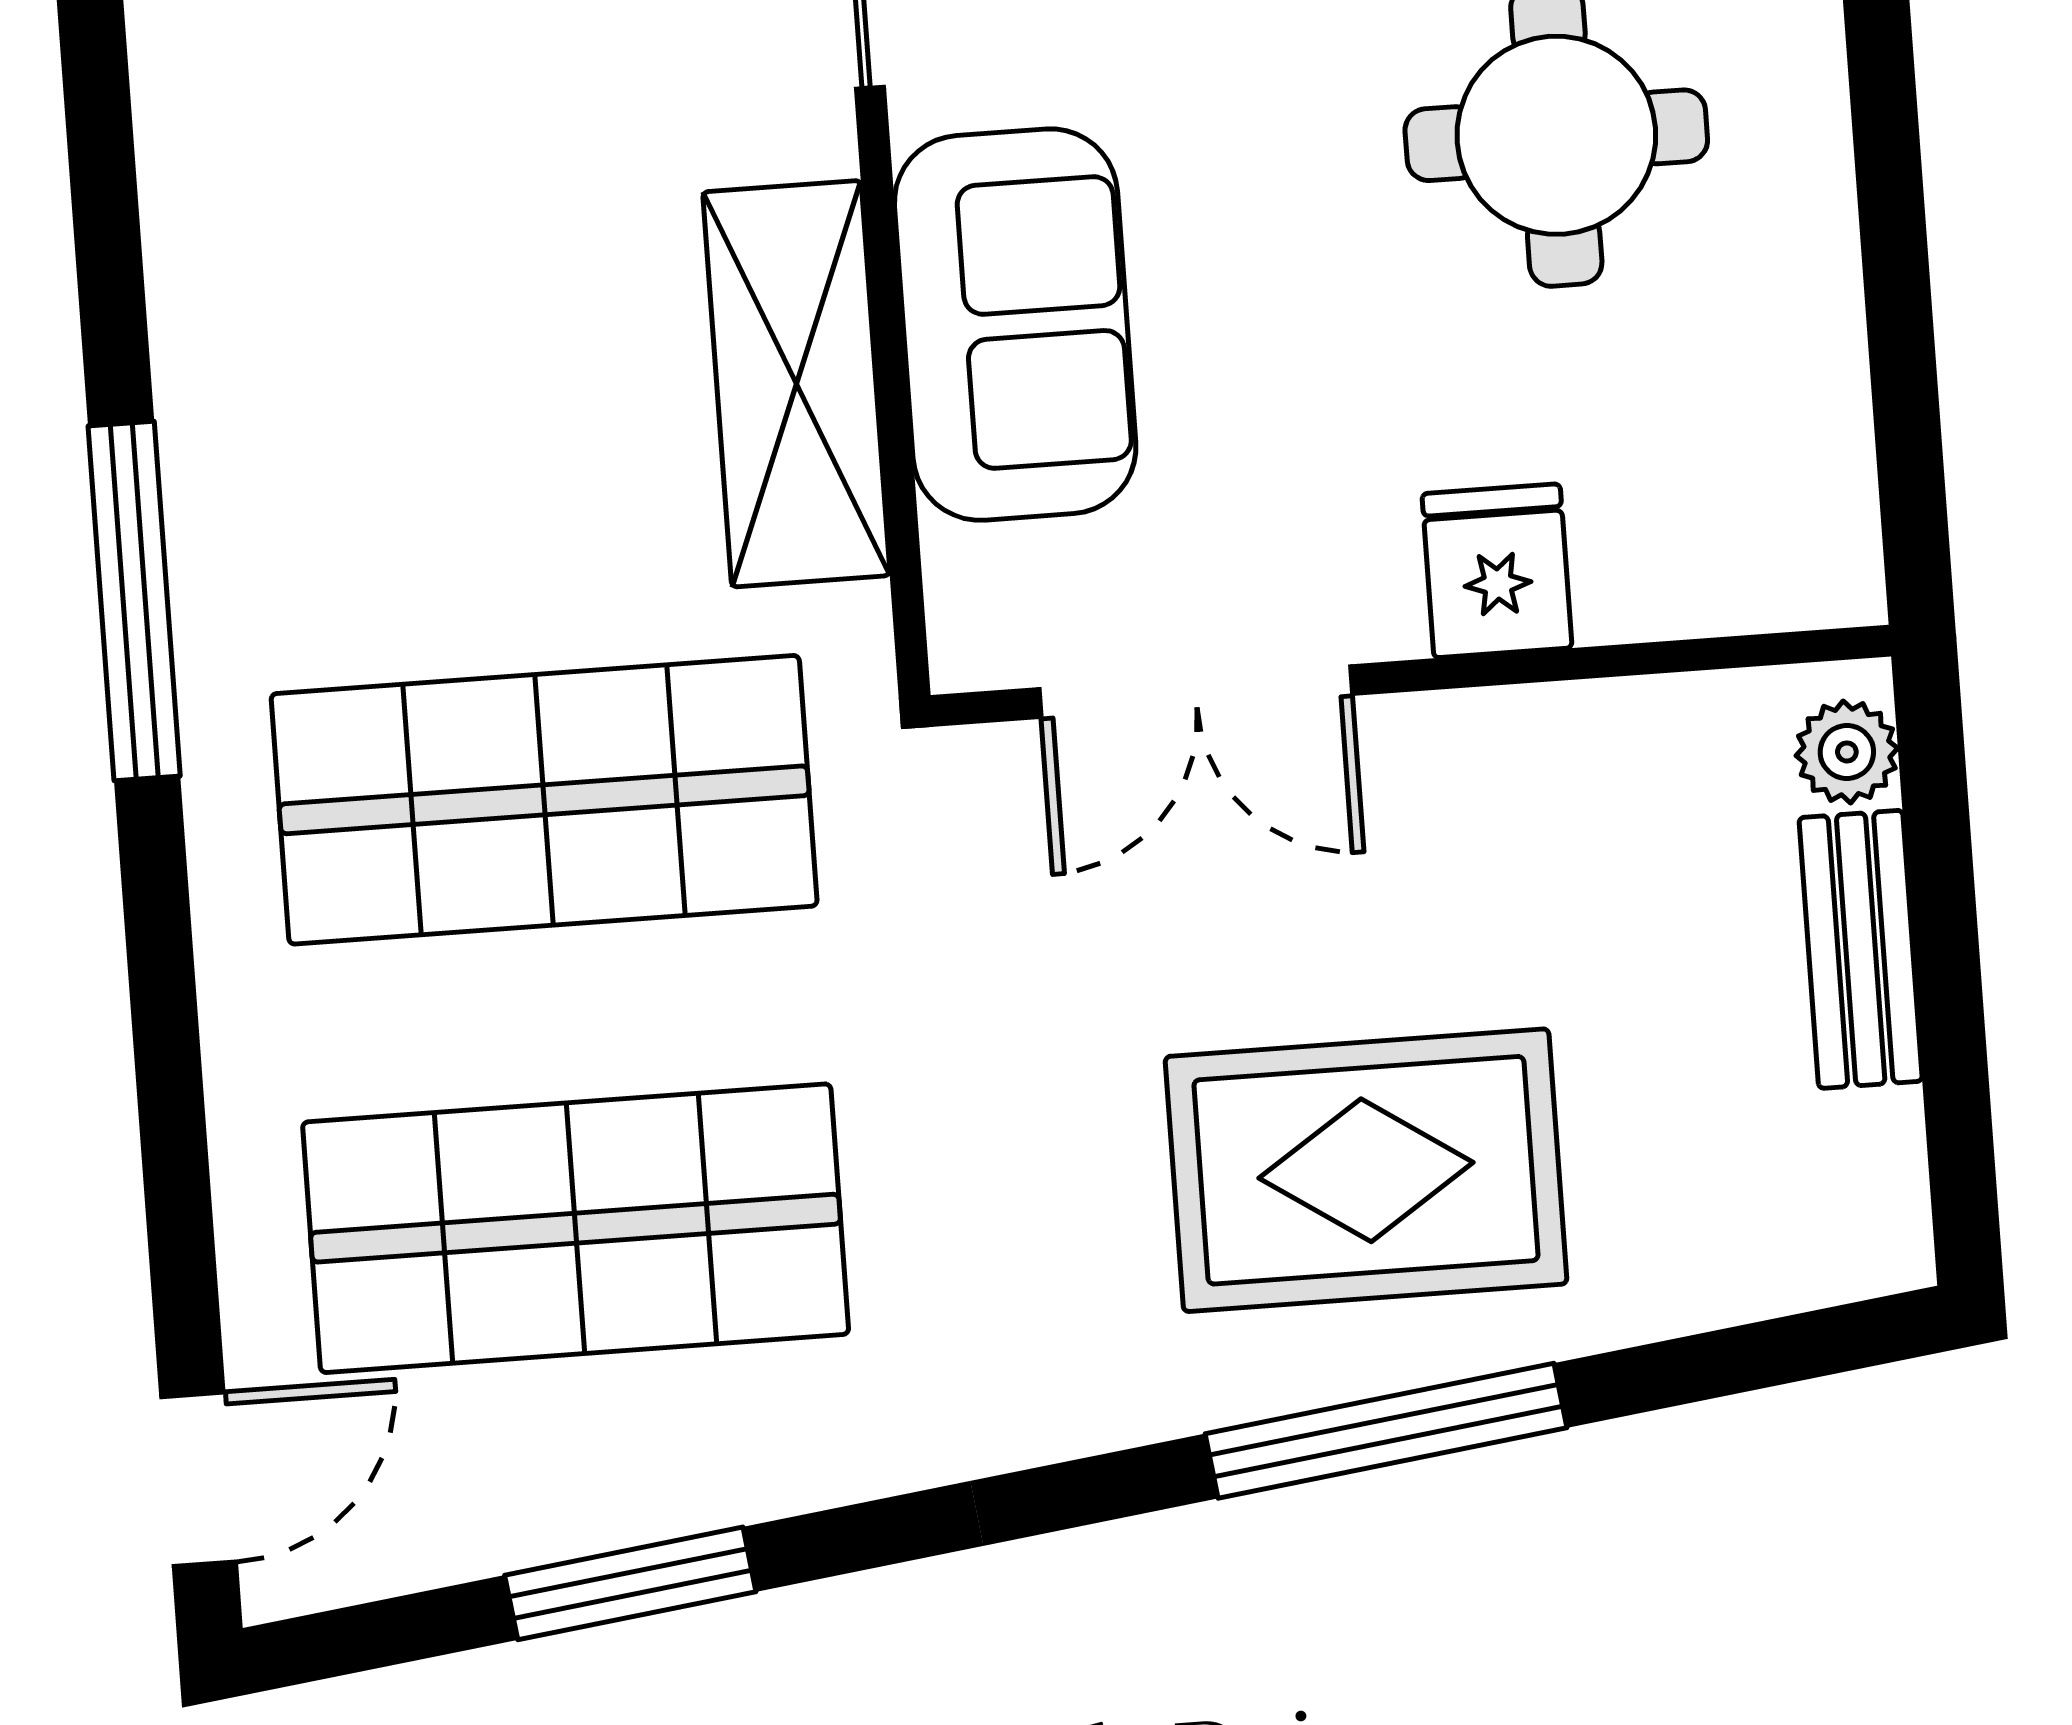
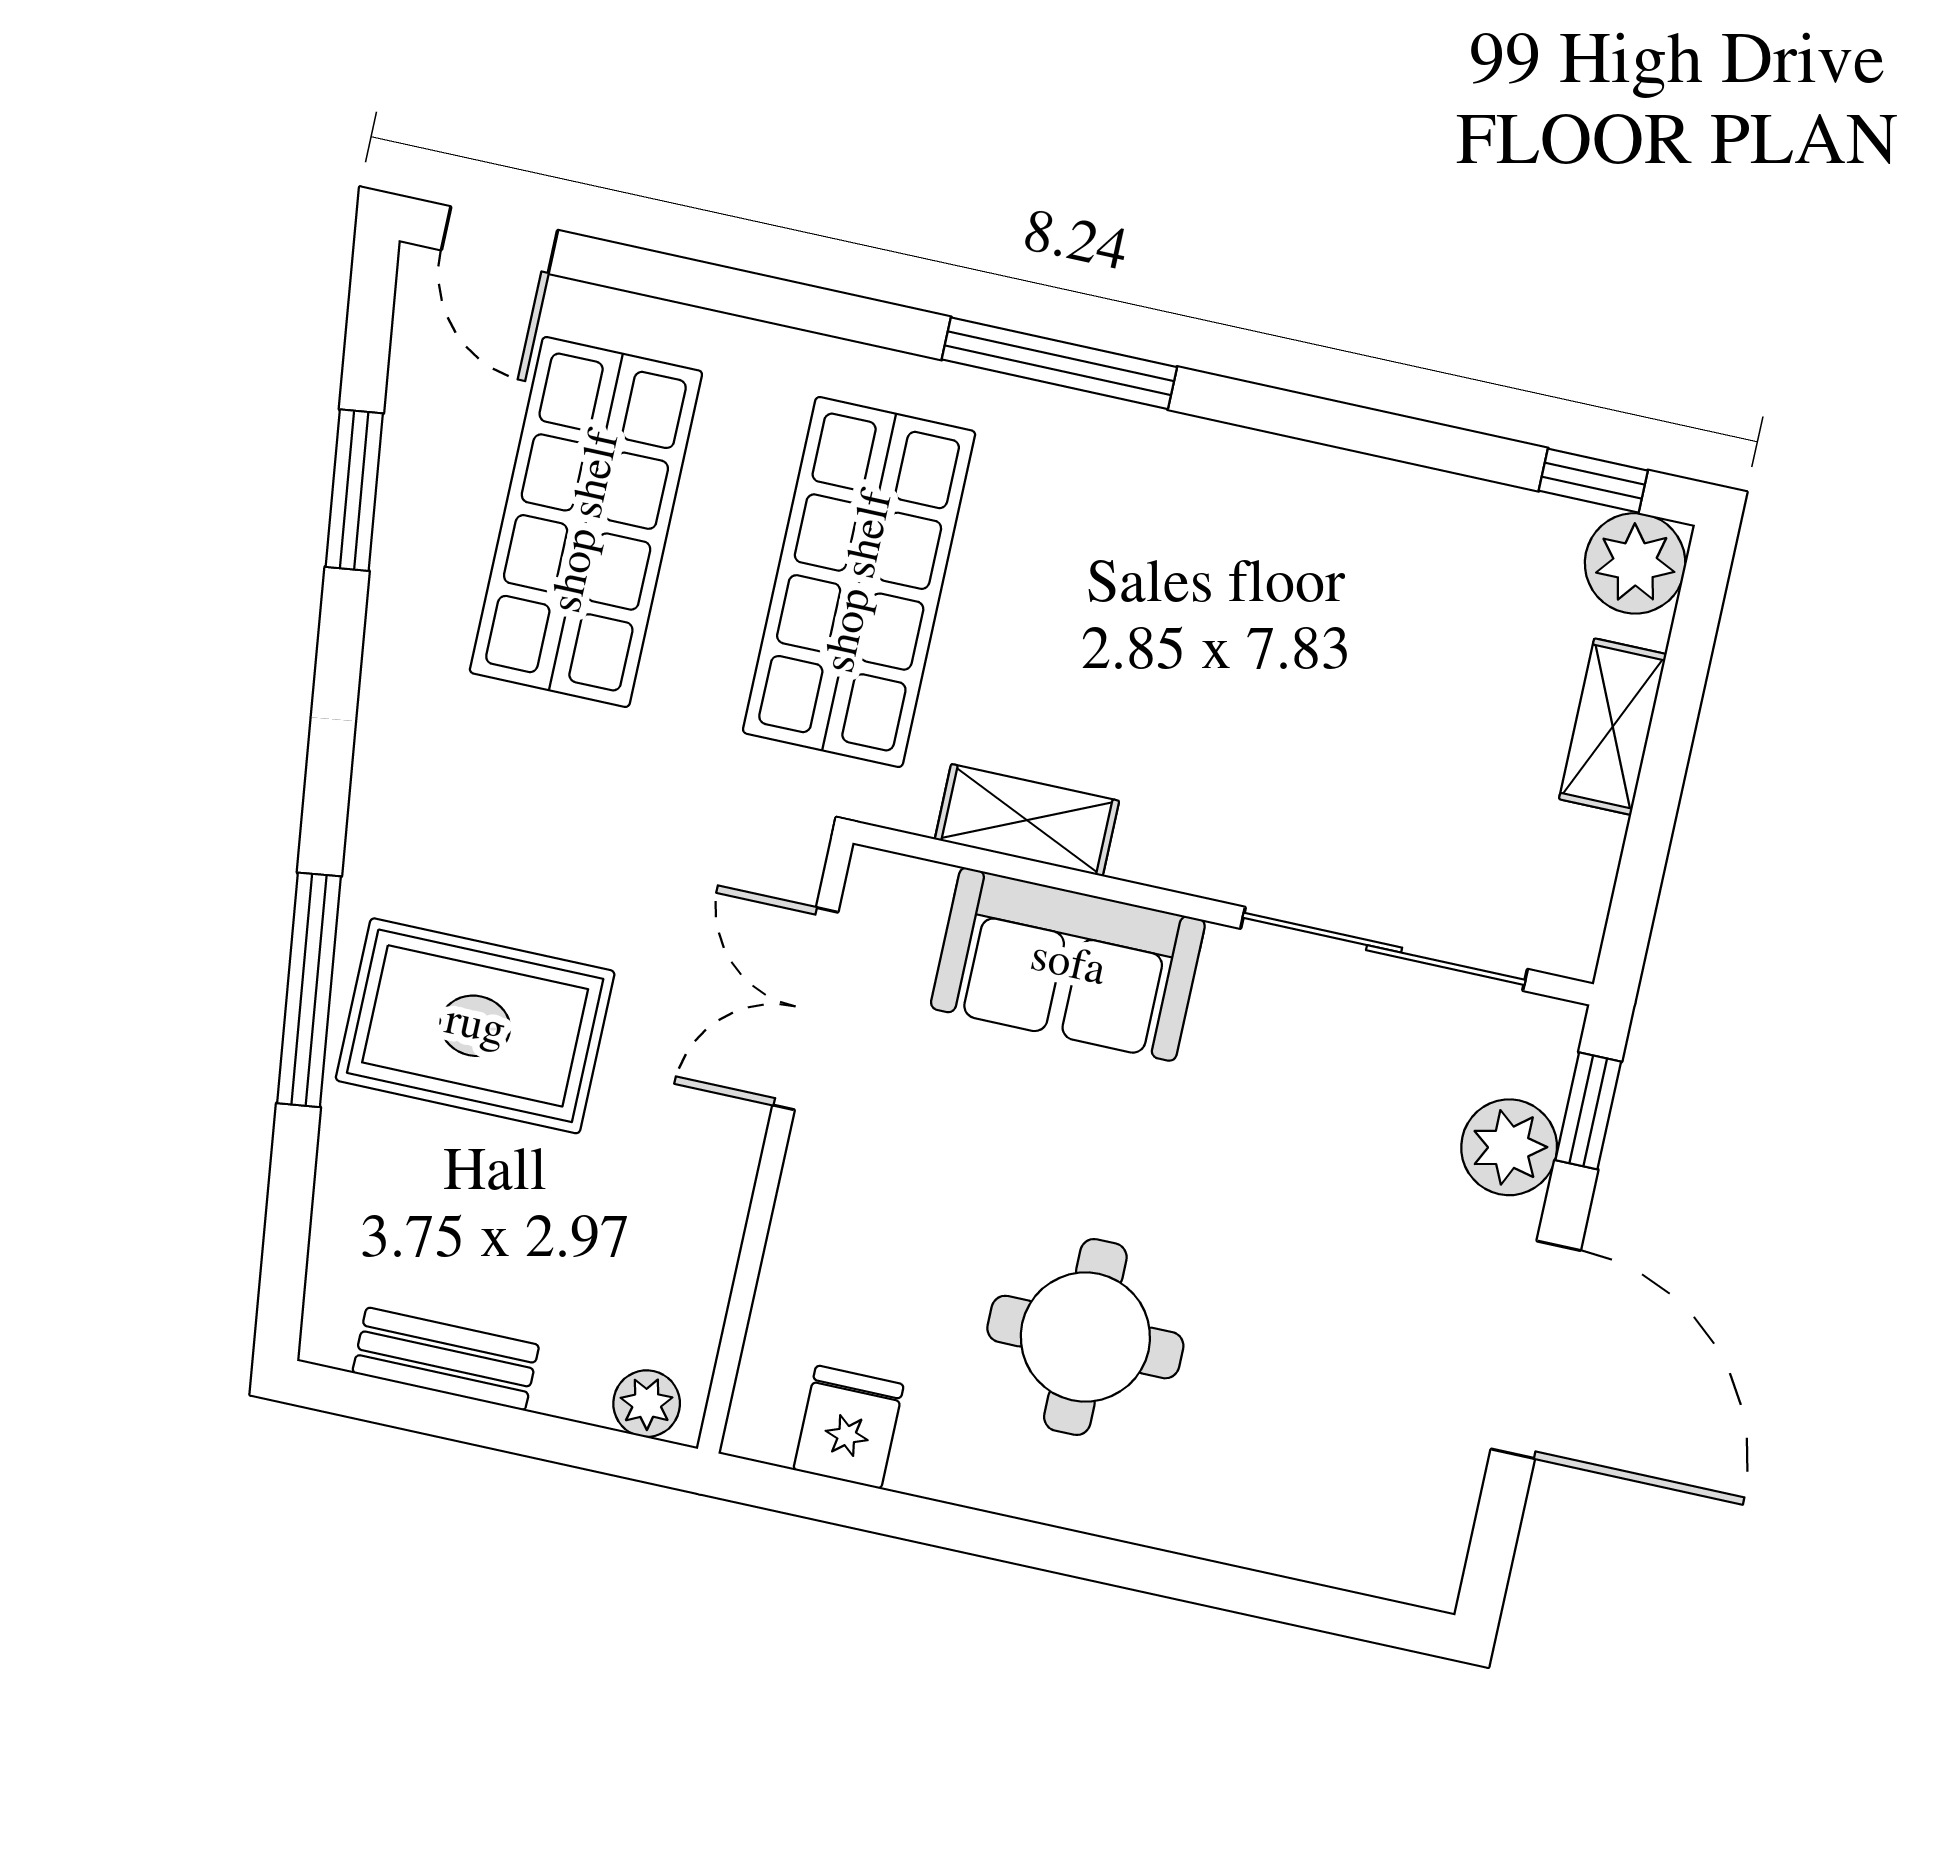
shelving: (796, 384) -> (1027, 820), width x0.67, depth x0.75
fridge: (1497, 571) -> (849, 1427), moved, turned -90
bench: (1861, 949) -> (446, 1359), moved
rug: (1366, 1170) -> (475, 1026), turned 90

